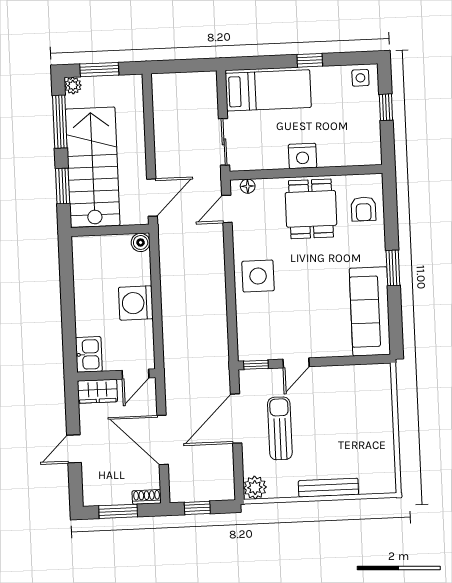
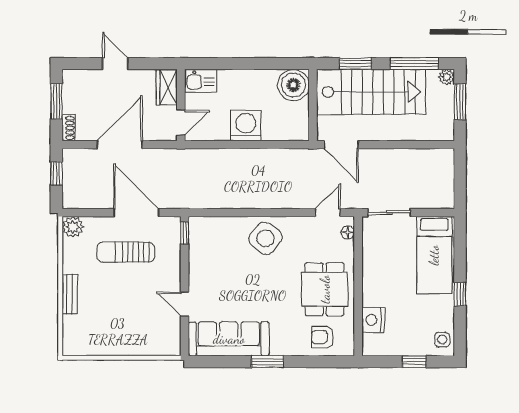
nightstand: (303, 156) -> (373, 320), moved
door: (227, 209) -> (328, 213), hinge flipped
dining table: (311, 209) -> (325, 289), turned 90
boiler: (141, 242) -> (293, 85), moved, width x1.86, depth x1.86
side table: (258, 276) -> (265, 238), turned 37
door: (296, 363) -> (185, 304), moved
door: (136, 374) -> (181, 123), swing flipped
sun lounger: (280, 428) -> (126, 252), turned 180
bench: (328, 488) -> (70, 294), width x0.73

